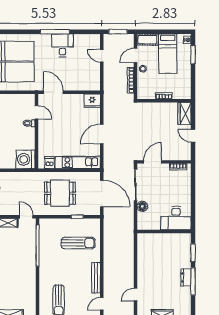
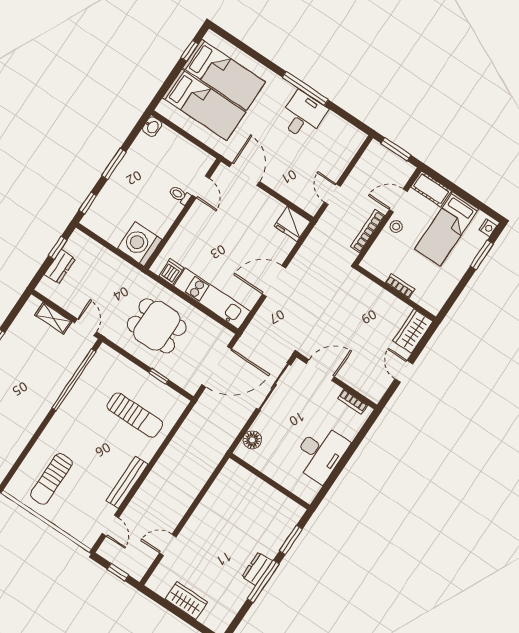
door: (102, 56) -> (332, 194), moved
door: (102, 194) -> (217, 367), hinge flipped
floor lamp: (142, 206) -> (252, 440), moved
desk: (176, 218) -> (320, 453), moved, turned -90
door: (102, 304) -> (110, 526), swing flipped

